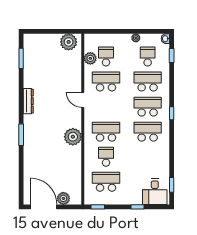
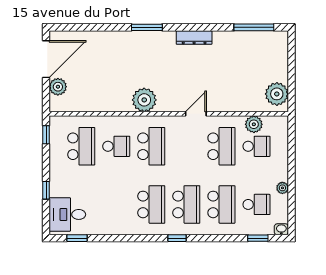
window: (21, 58) -> (254, 27), width x1.44

